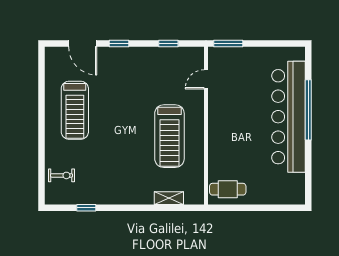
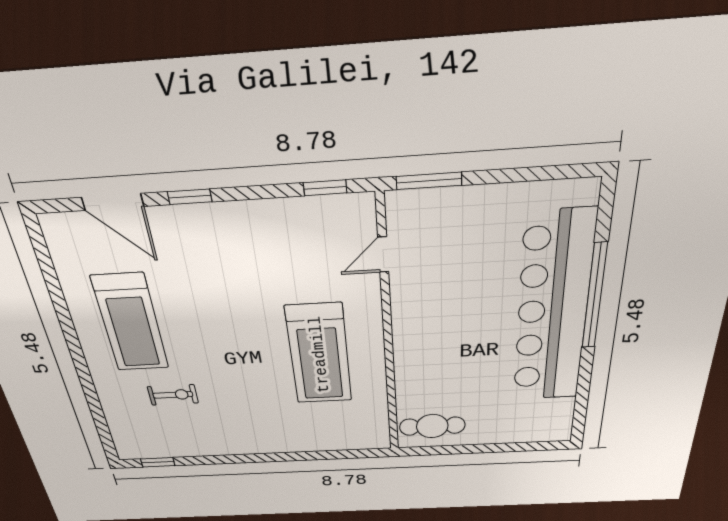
window: (168, 44) -> (325, 188), moved
exercise bike: (62, 175) -> (173, 395), moved
shelving: (169, 198) -> (329, 442), removed
window: (86, 208) -> (158, 462), moved

